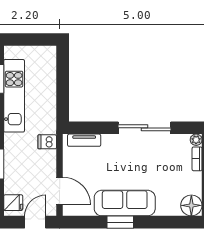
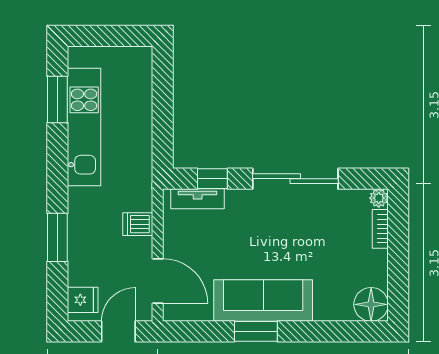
window: (93, 128) -> (212, 179), added
dishwasher: (47, 142) -> (138, 224), moved

